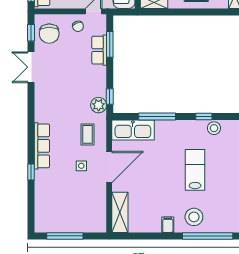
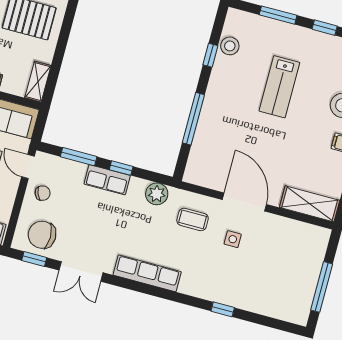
chair: (49, 34) -> (42, 235), turned 180
row of seats: (99, 50) -> (107, 180), moved
window: (110, 96) -> (121, 168), moved
kitchen sink: (133, 130) -> (203, 156), removed
row of seats: (42, 146) -> (147, 273), moved
lab bench: (195, 170) -> (279, 87), turned -90

